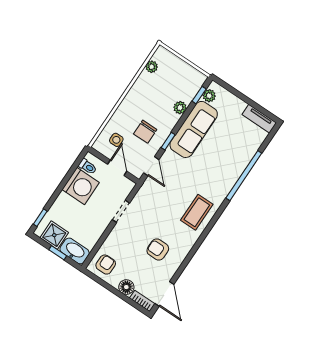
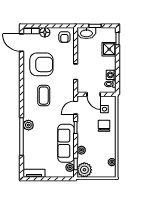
plant: (193, 80) -> (84, 170), added
chair: (145, 132) -> (104, 126), moved
door: (151, 166) -> (76, 108), hinge flipped
plant: (226, 184) -> (28, 125), added
washing machine: (81, 186) -> (111, 75), width x0.53, depth x0.53
coffee table: (197, 212) -> (44, 96), moved
shower: (54, 235) -> (109, 49), moved
armchair: (158, 250) -> (41, 64), width x1.88, depth x1.88

